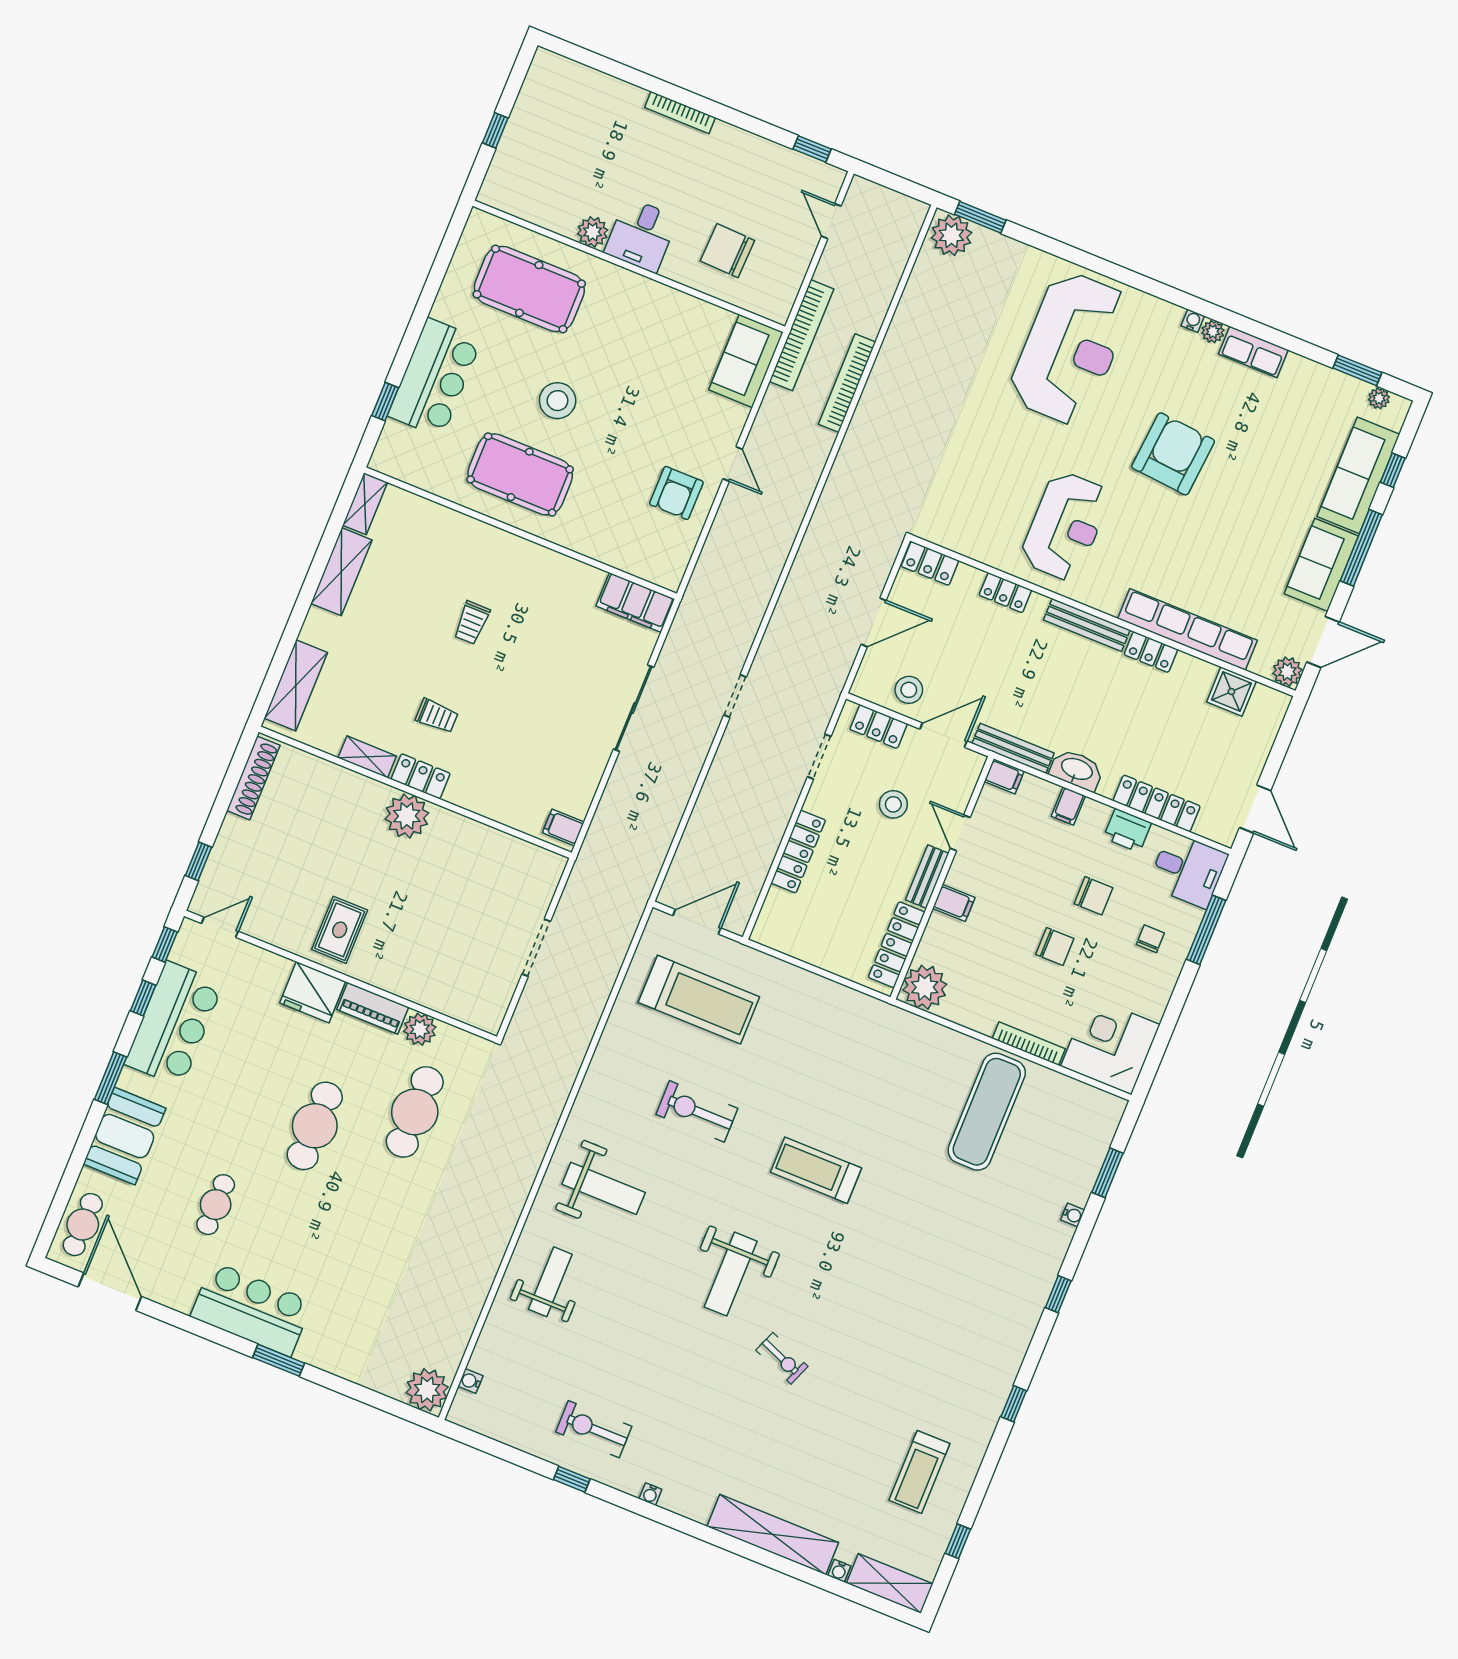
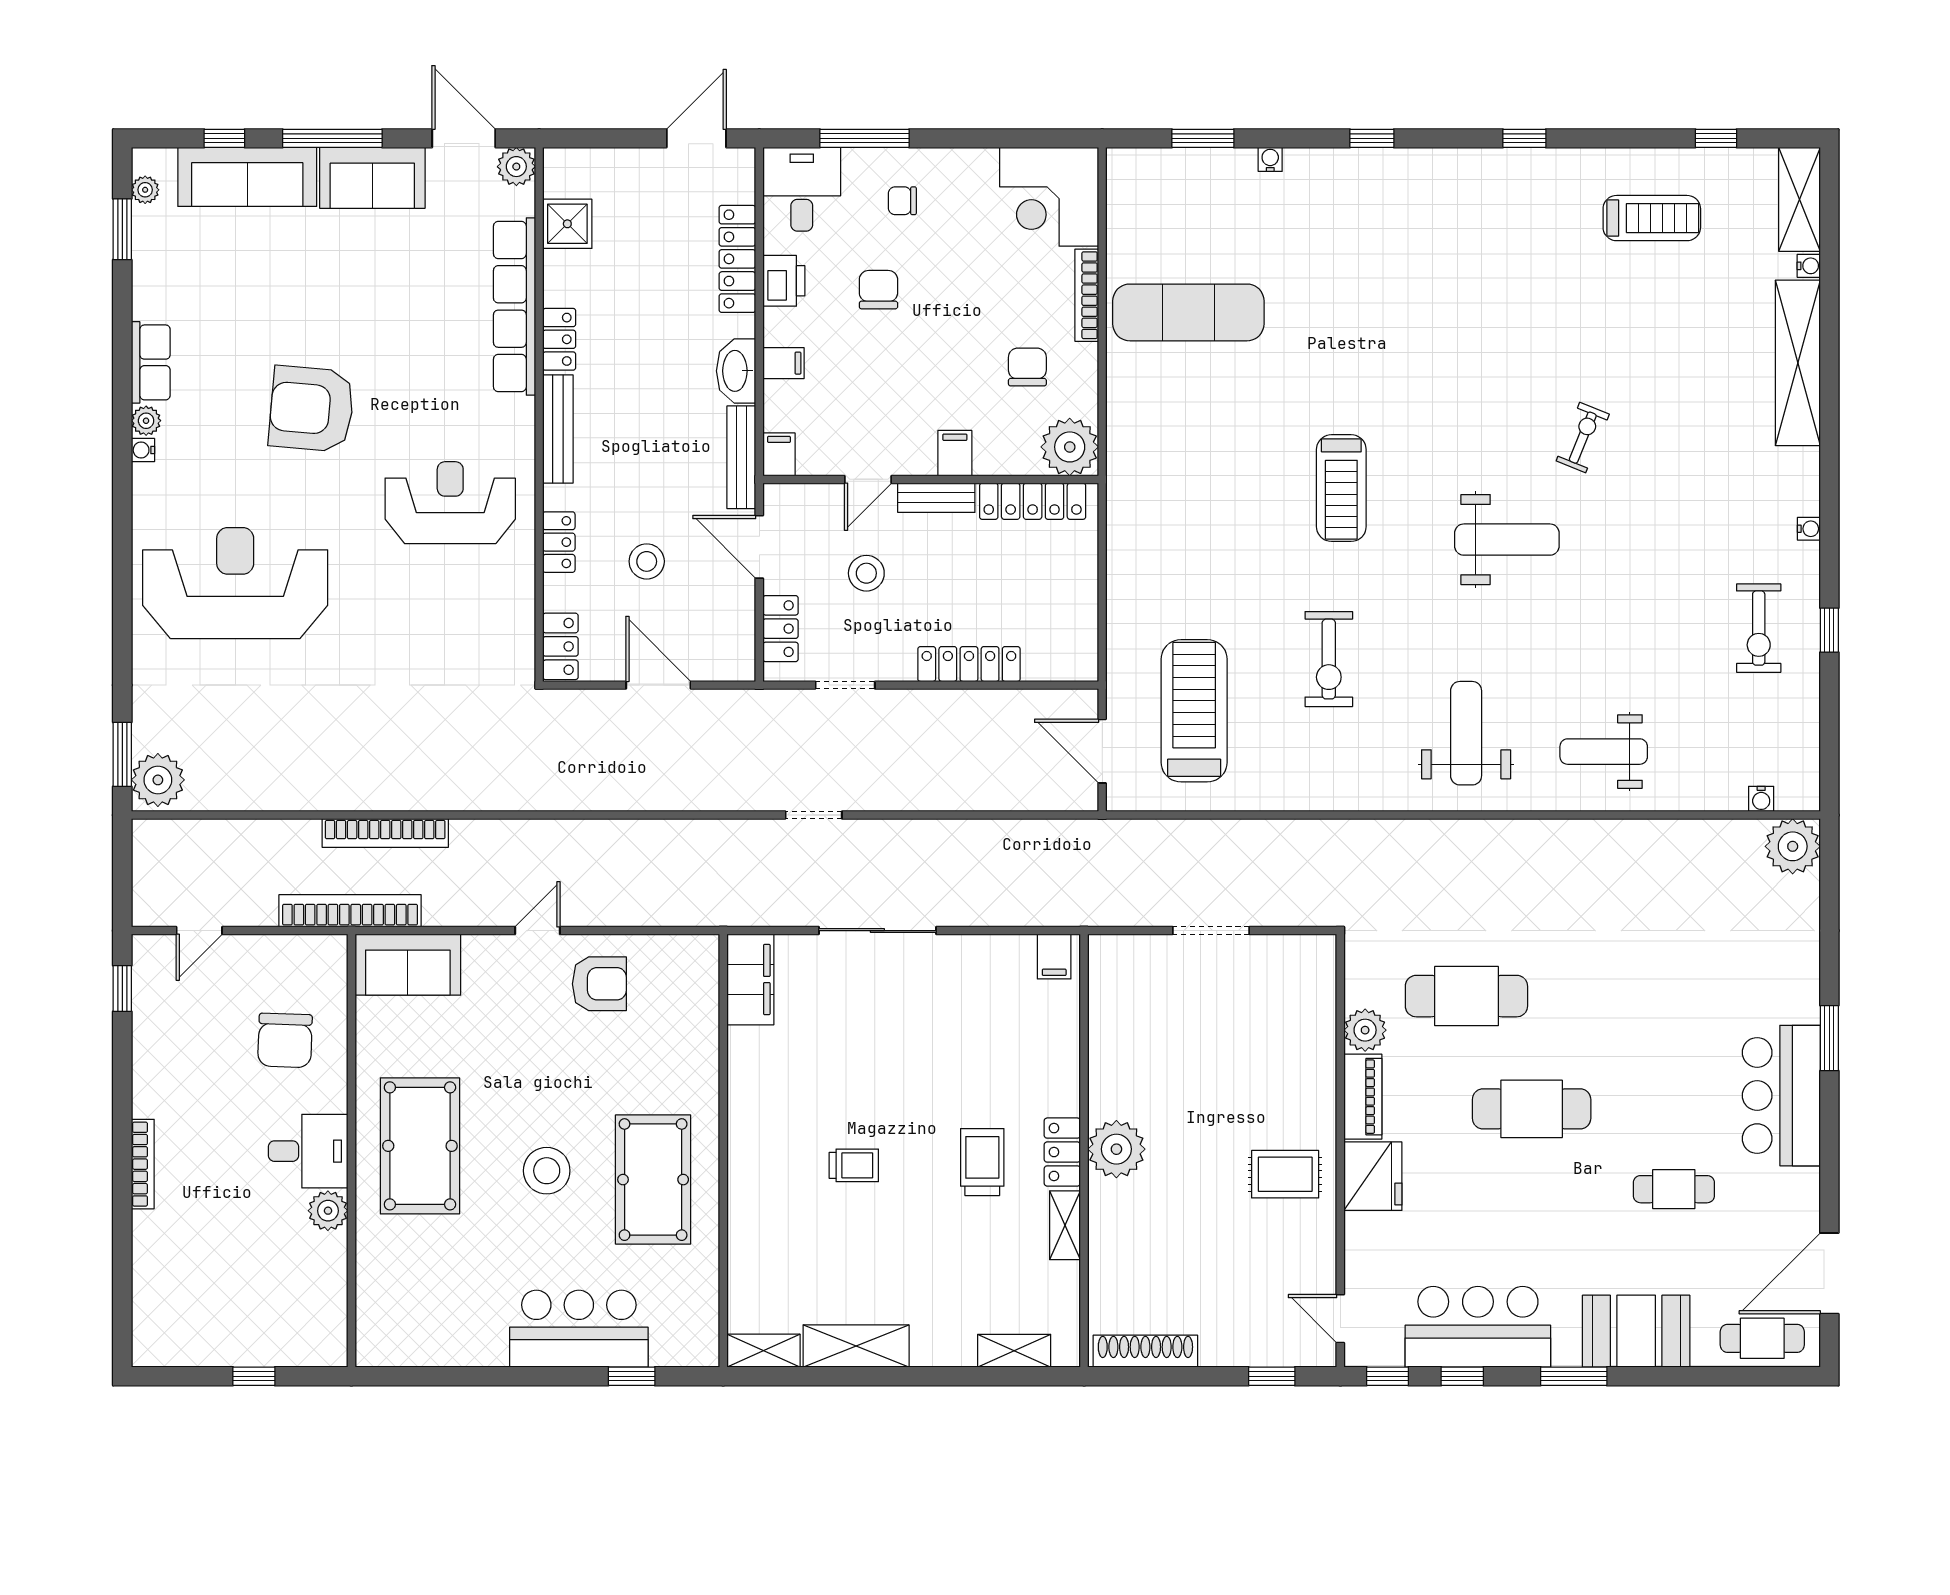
pool table: (529, 289) -> (420, 1146), moved
shelving: (296, 685) -> (1014, 1351), width x0.67, depth x0.75
stool: (909, 690) -> (647, 561), moved
trolley: (437, 716) -> (982, 1162), width x1.36, depth x1.39
chair: (1055, 947) -> (1027, 367), moved

